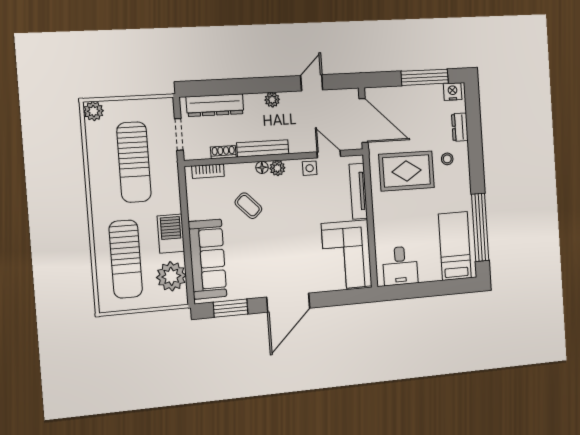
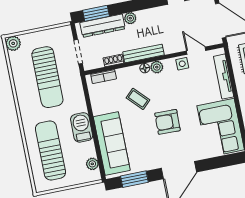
window: (209, 88) -> (96, 13), added
plant: (272, 100) -> (130, 18), moved
armchair: (282, 240) -> (167, 122), added
sun lounger: (126, 259) -> (50, 151), turned 180
plant: (171, 276) -> (92, 164), width x0.53, depth x0.53

